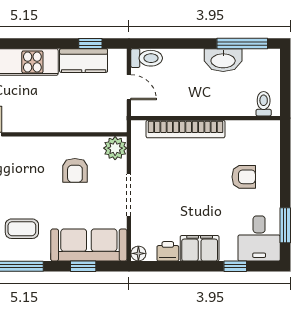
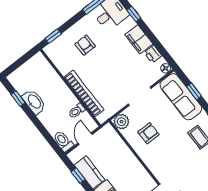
window: (242, 44) -> (18, 98), width x0.46
toilet: (264, 104) -> (77, 111), moved
window: (285, 146) -> (53, 36), added

